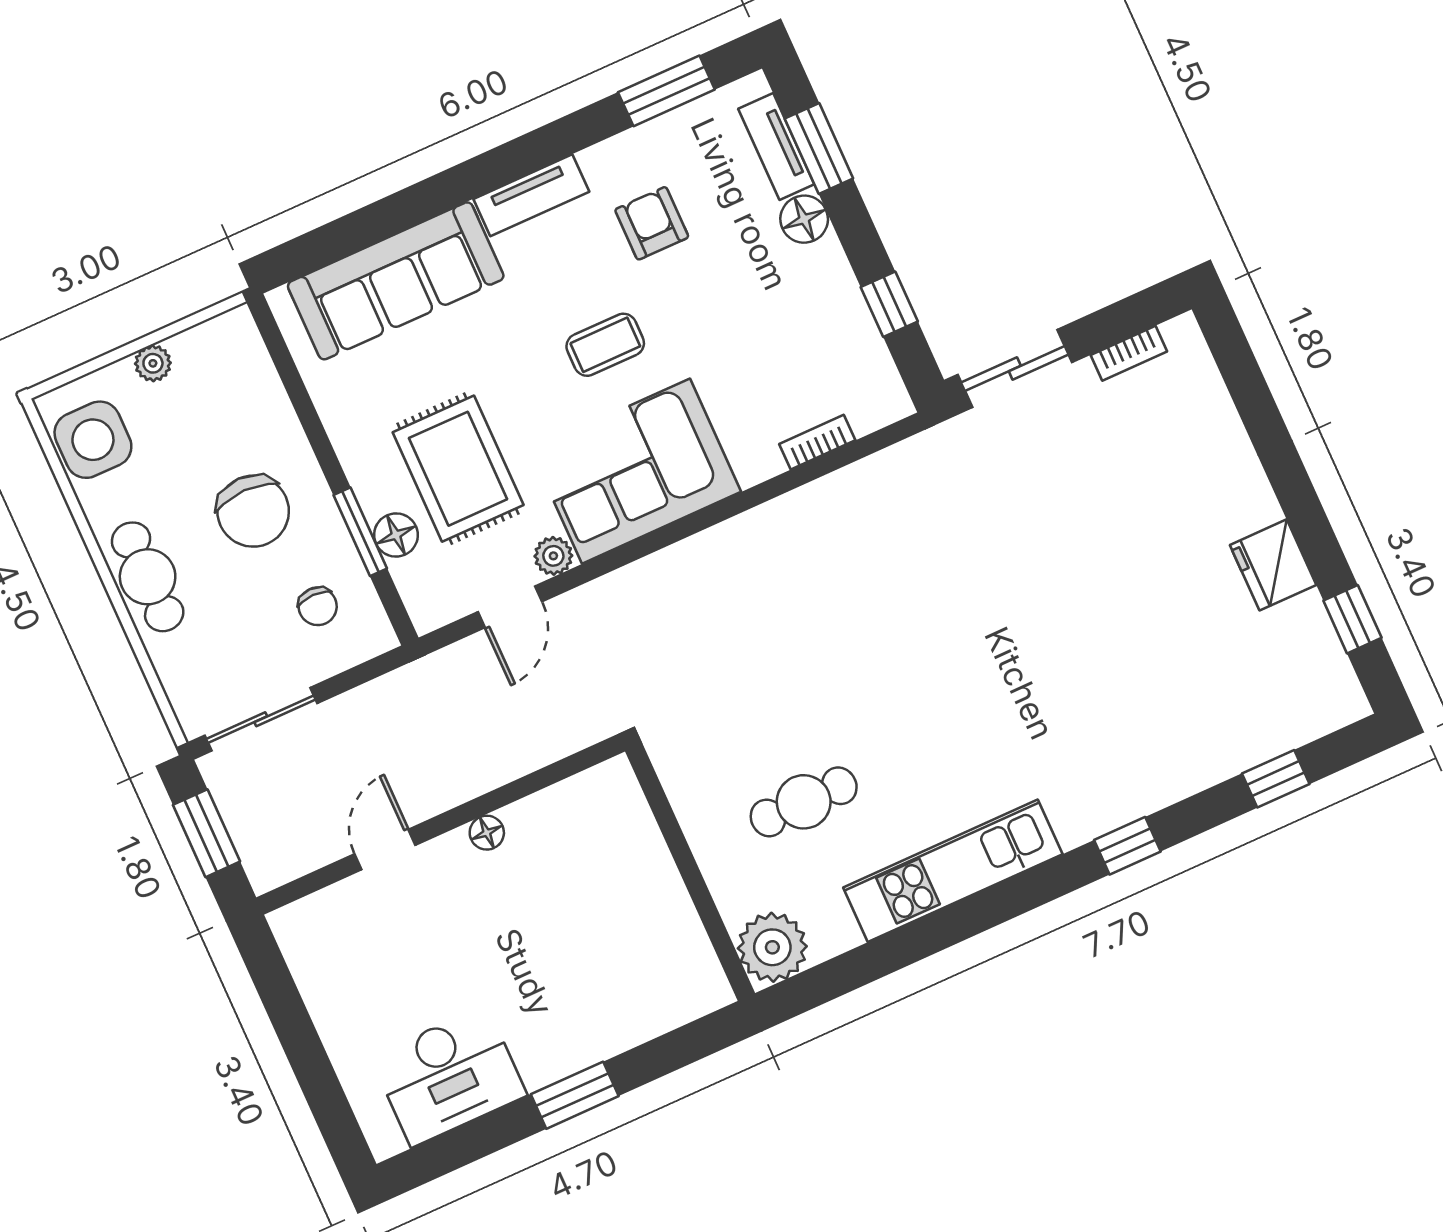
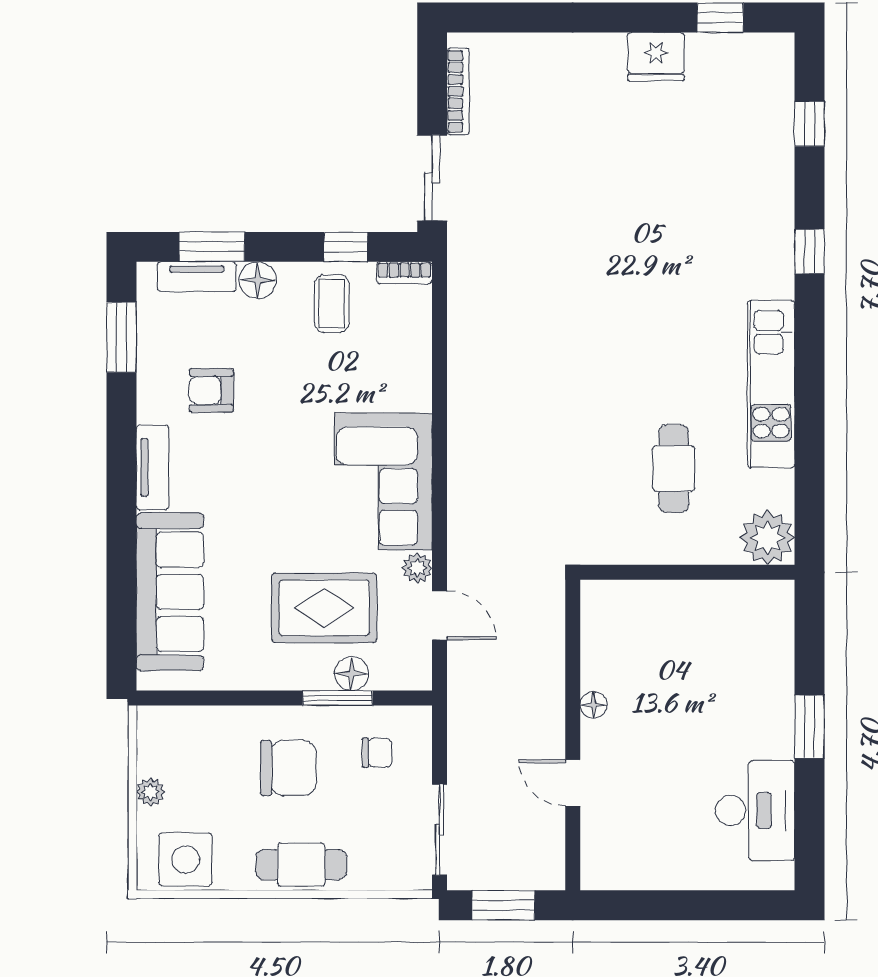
coffee table: (605, 345) -> (332, 303), moved
bookcase: (1129, 353) -> (458, 91), width x1.56
bookcase: (817, 442) -> (404, 273), moved, turned -90

